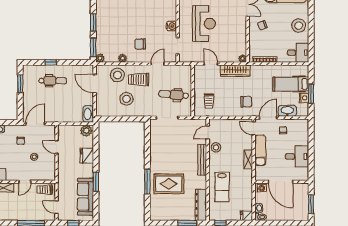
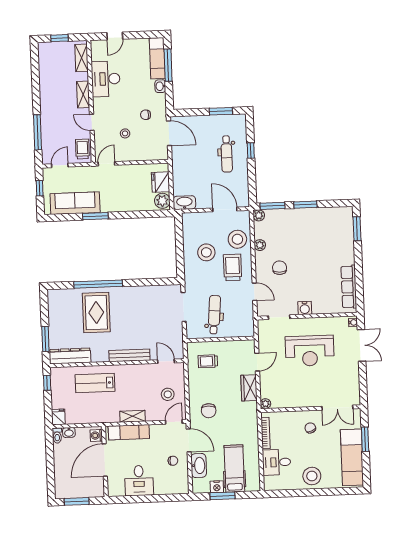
desk: (298, 53) -> (276, 462), moved, turned 90
wardrobe: (235, 71) -> (249, 388), width x0.67
door: (95, 84) -> (225, 209), hinge flipped
door: (57, 147) -> (106, 164), moved
stool: (216, 147) -> (168, 394), moved
exam couch: (260, 150) -> (129, 432), moved
fridge: (87, 156) -> (161, 182), moved, turned -90
window: (147, 182) -> (98, 284), width x1.46

